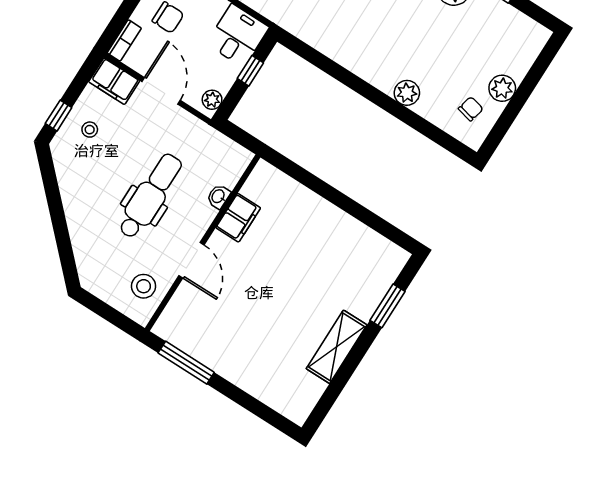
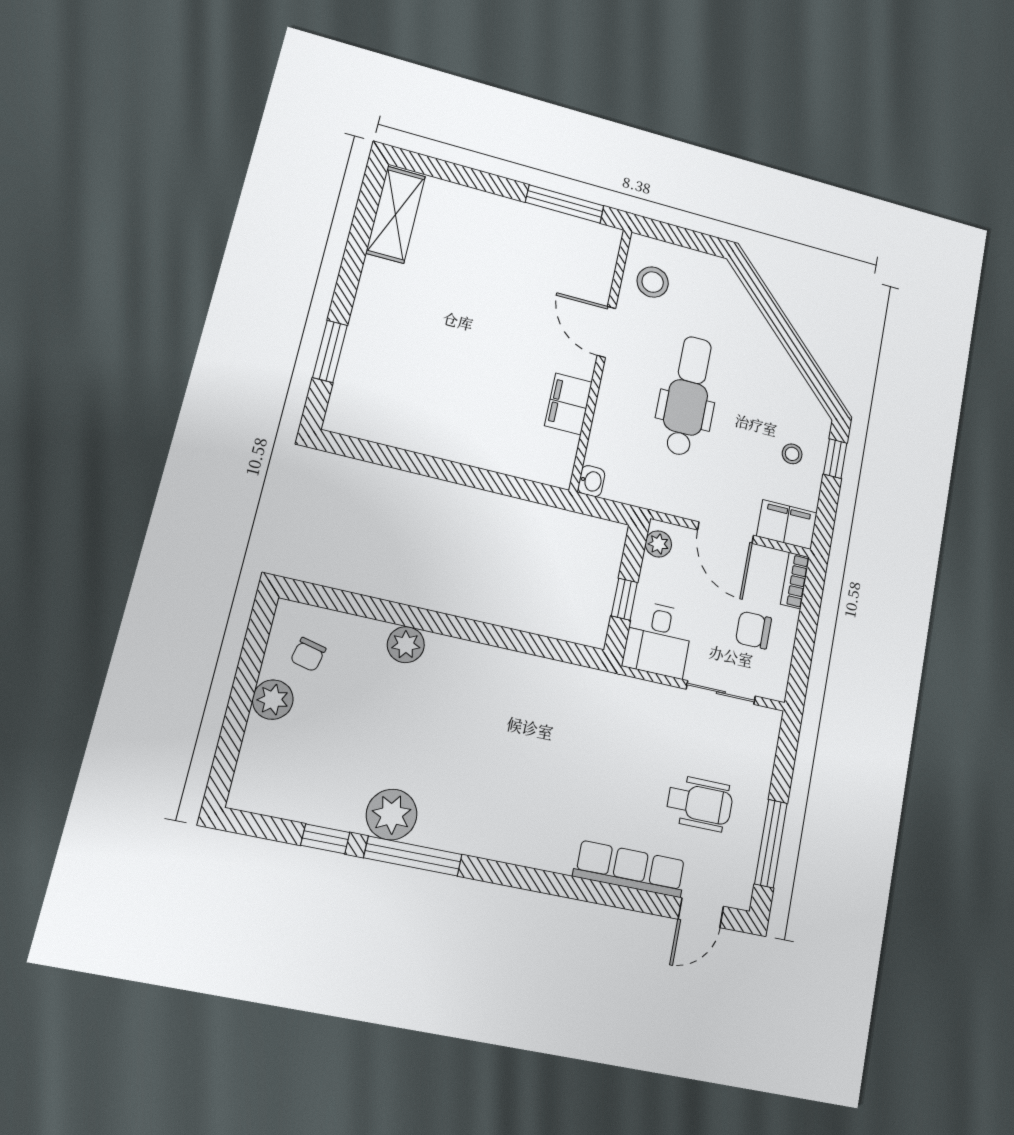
dental chair: (150, 196) -> (688, 396), turned 180
washbasin: (218, 196) -> (591, 481), moved
shelving: (337, 347) -> (396, 215), moved

